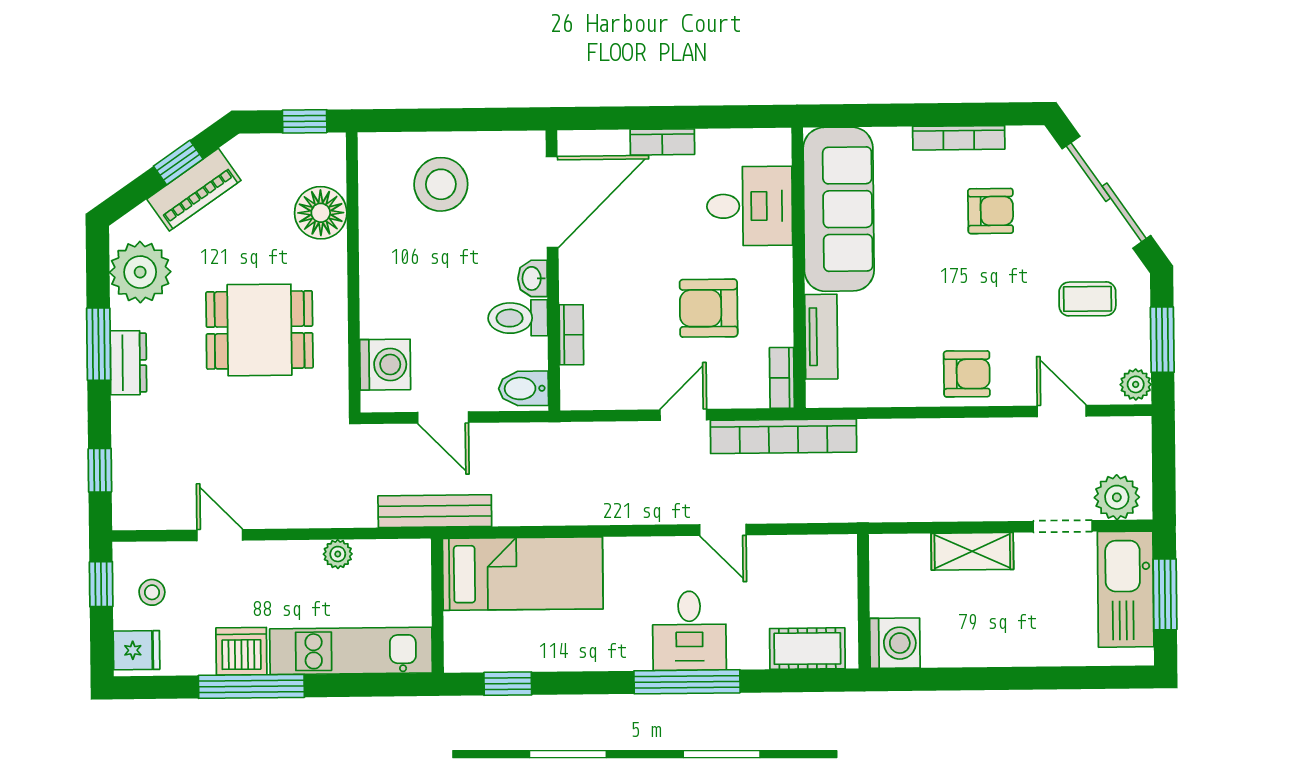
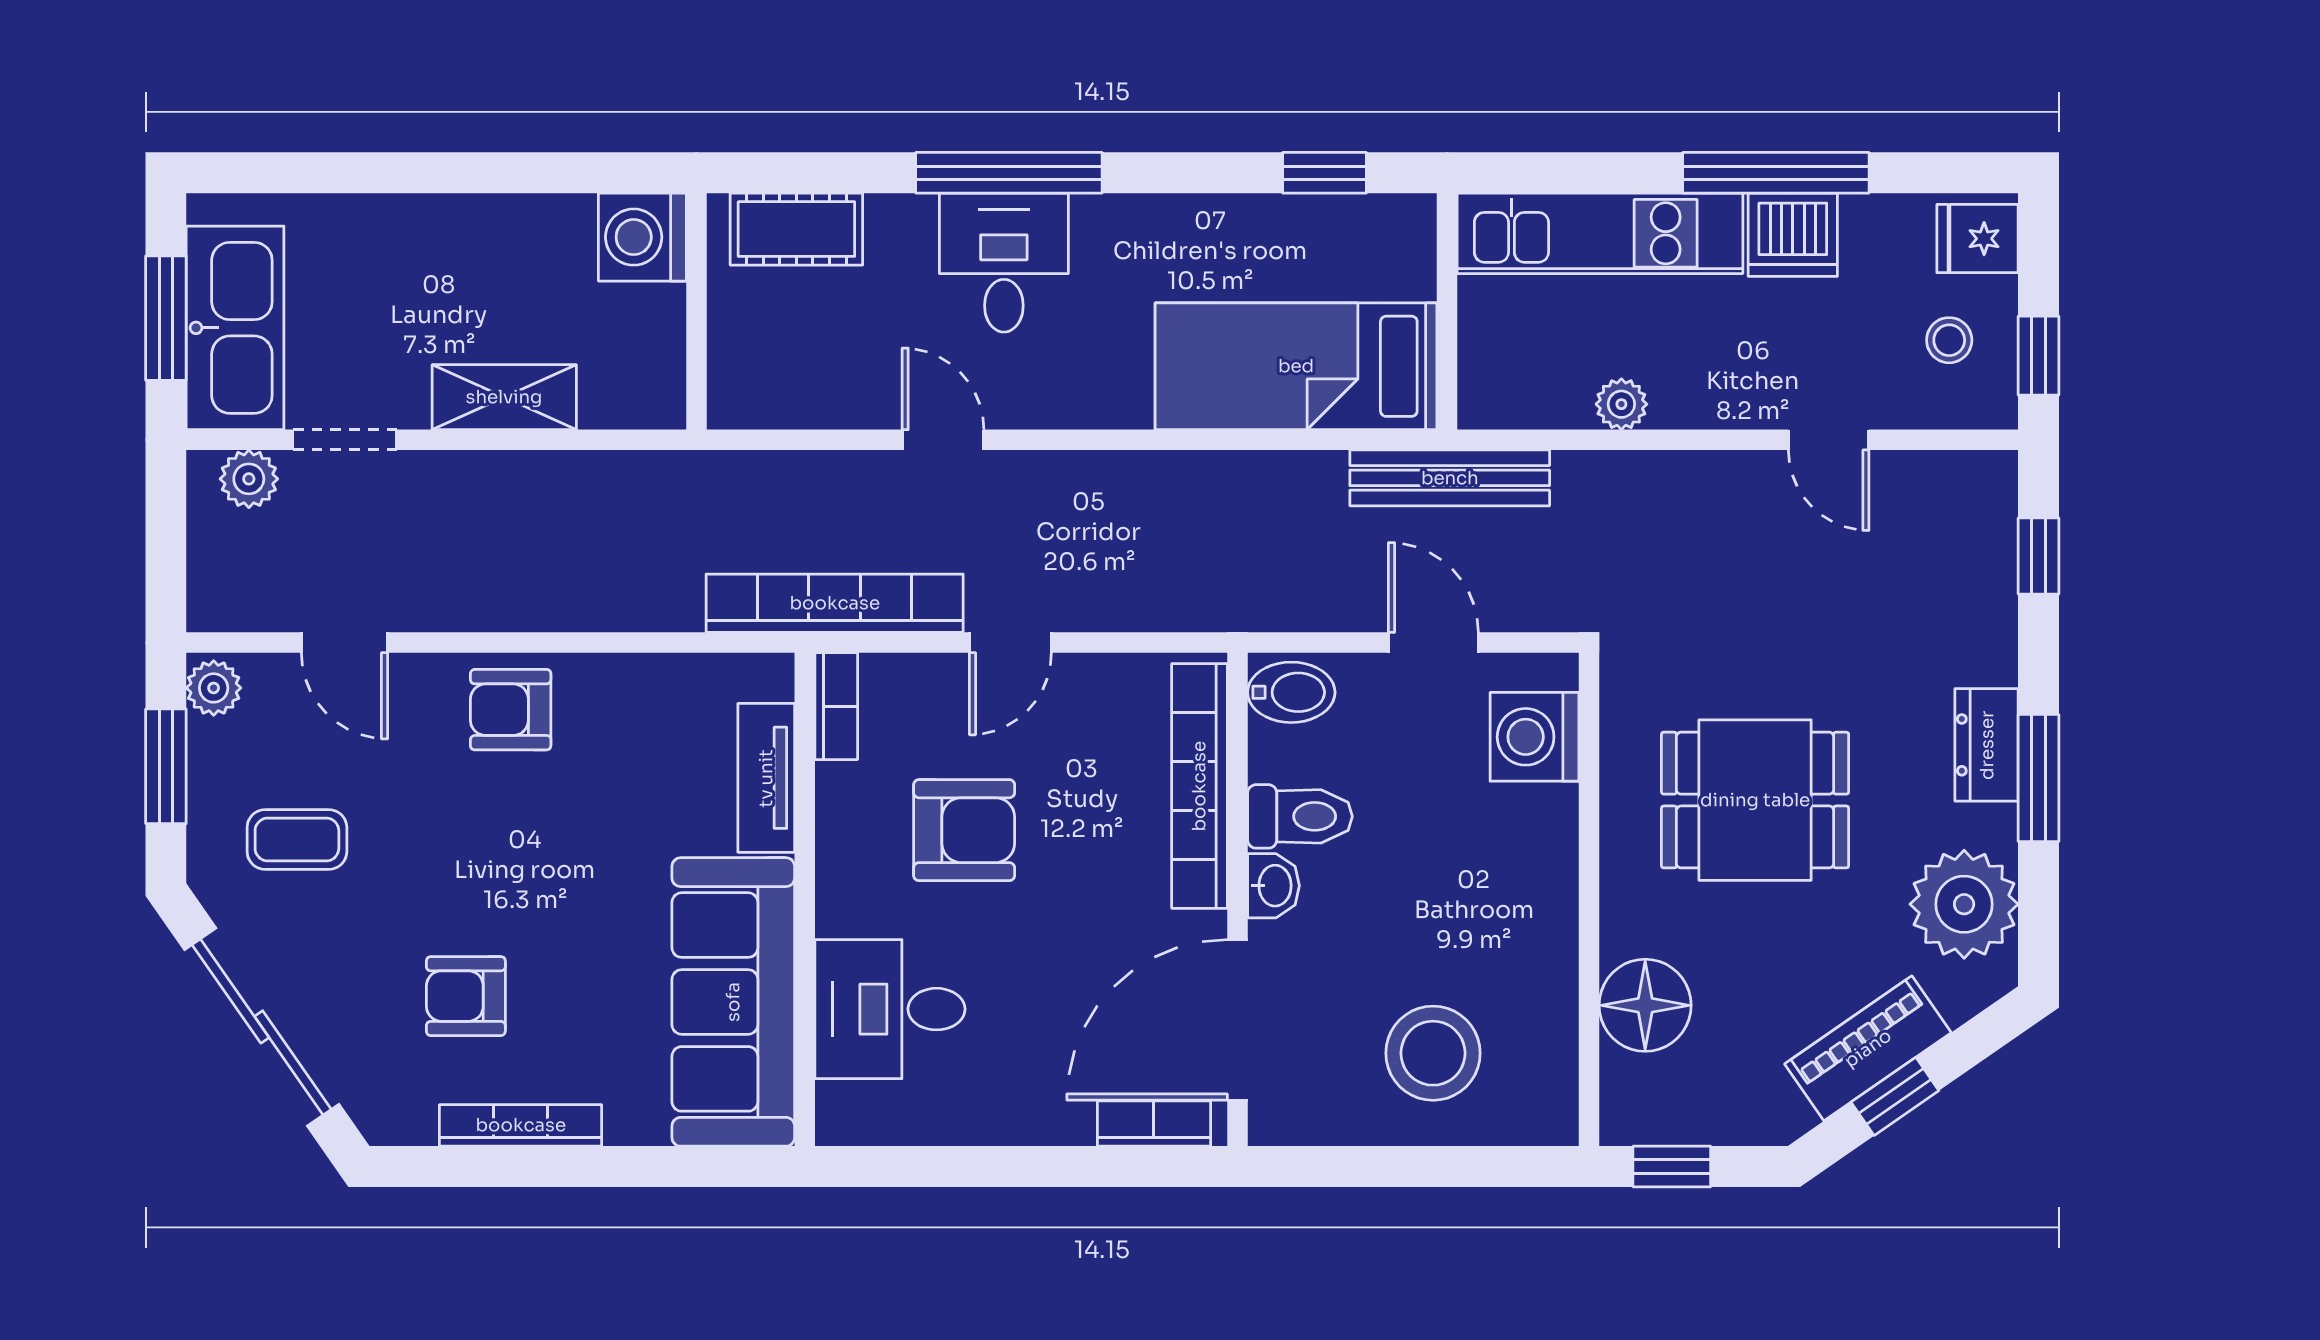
bookcase: (662, 142) -> (1154, 1124), moved
bookcase: (571, 335) -> (1199, 786), width x2.31, depth x1.31
plant: (1117, 497) -> (249, 479), width x0.73, depth x0.73

